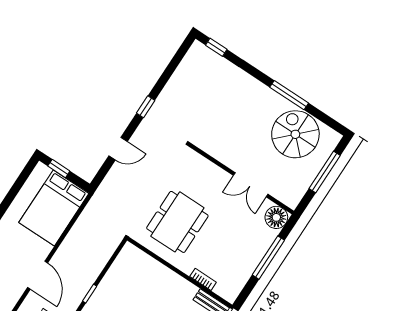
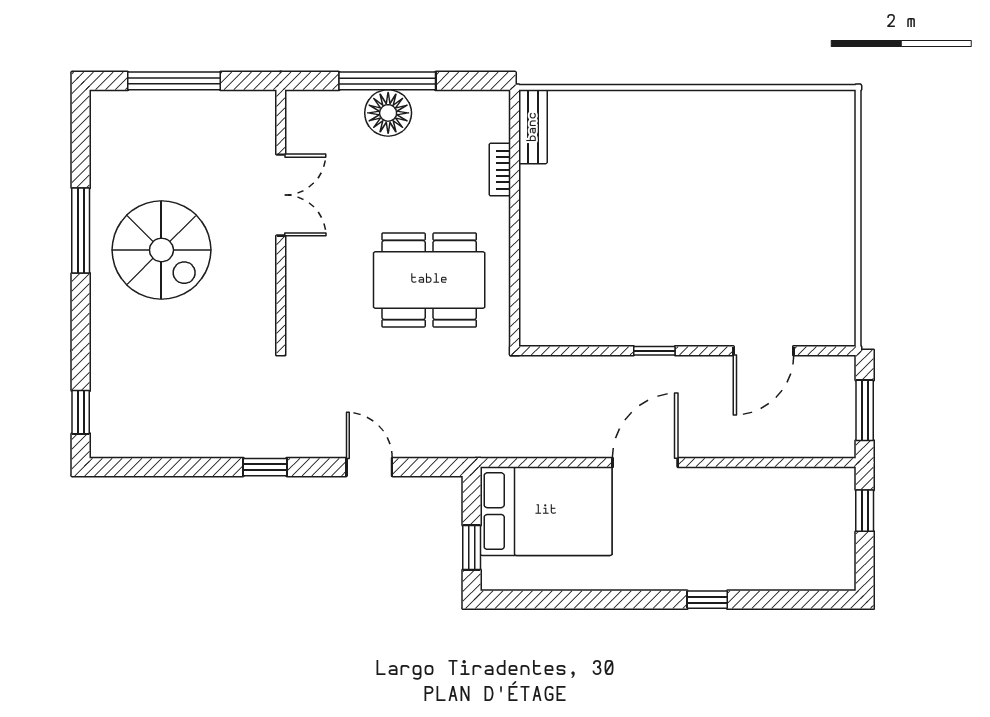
spiral stairs: (295, 134) -> (161, 250), moved, turned -90
floor lamp: (276, 217) -> (388, 113), moved
door: (38, 275) -> (645, 462), moved

